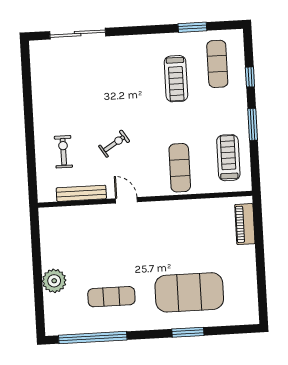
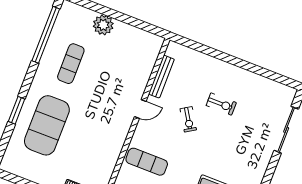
exercise bike: (63, 152) -> (221, 104), moved

